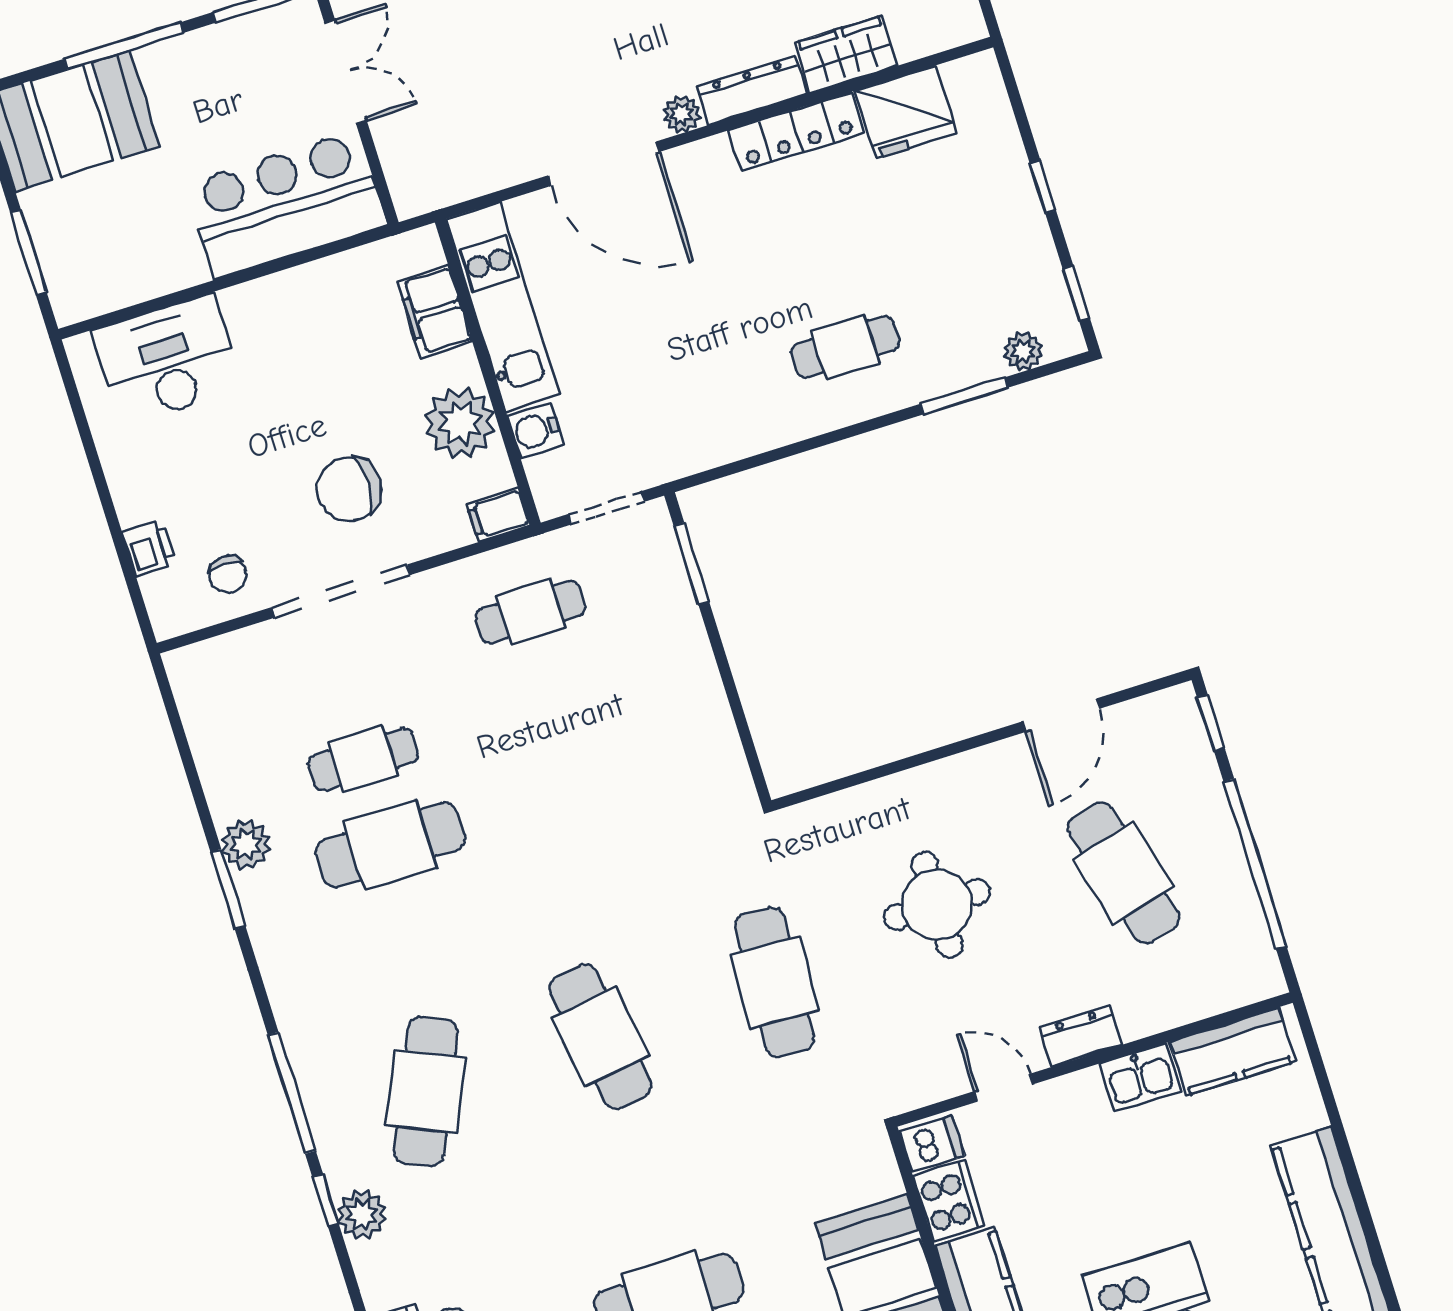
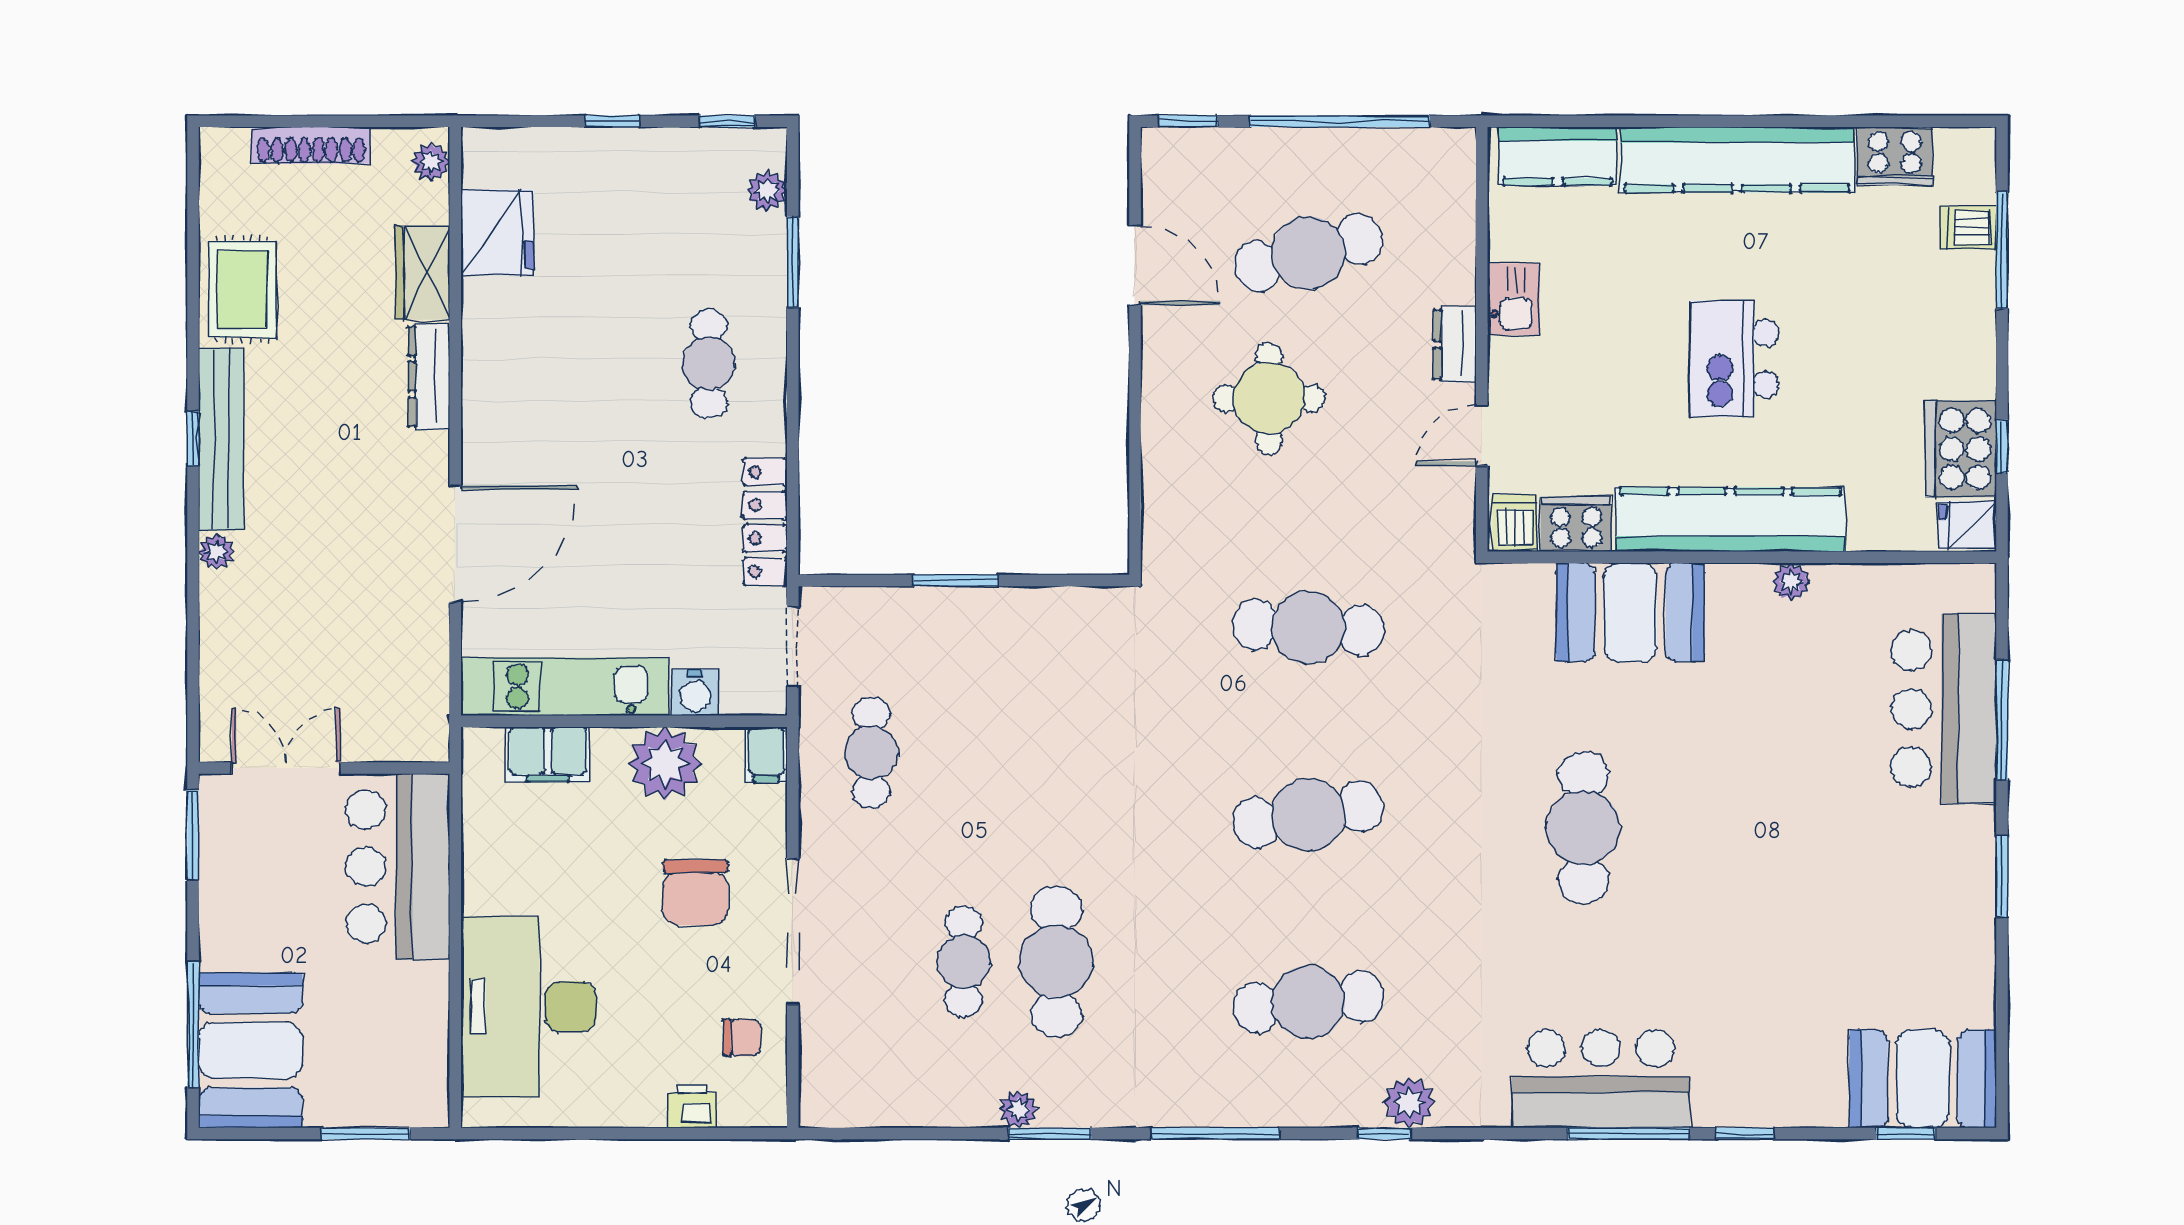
window: (124, 46) -> (193, 1025), moved
plant: (682, 114) -> (431, 162), moved
locker: (796, 132) -> (765, 522), moved, turned 180
desk: (167, 359) -> (529, 1007), width x1.36, depth x1.30
window: (691, 563) -> (956, 581), moved
plant: (246, 844) -> (1018, 1109), width x0.73, depth x0.73
round table: (937, 905) -> (1269, 398), moved
kitchen counter: (1232, 1052) -> (1558, 156), moved, turned 90
cafe table: (426, 1091) -> (1308, 1002), turned -30
window: (292, 1093) -> (1216, 1134), moved

